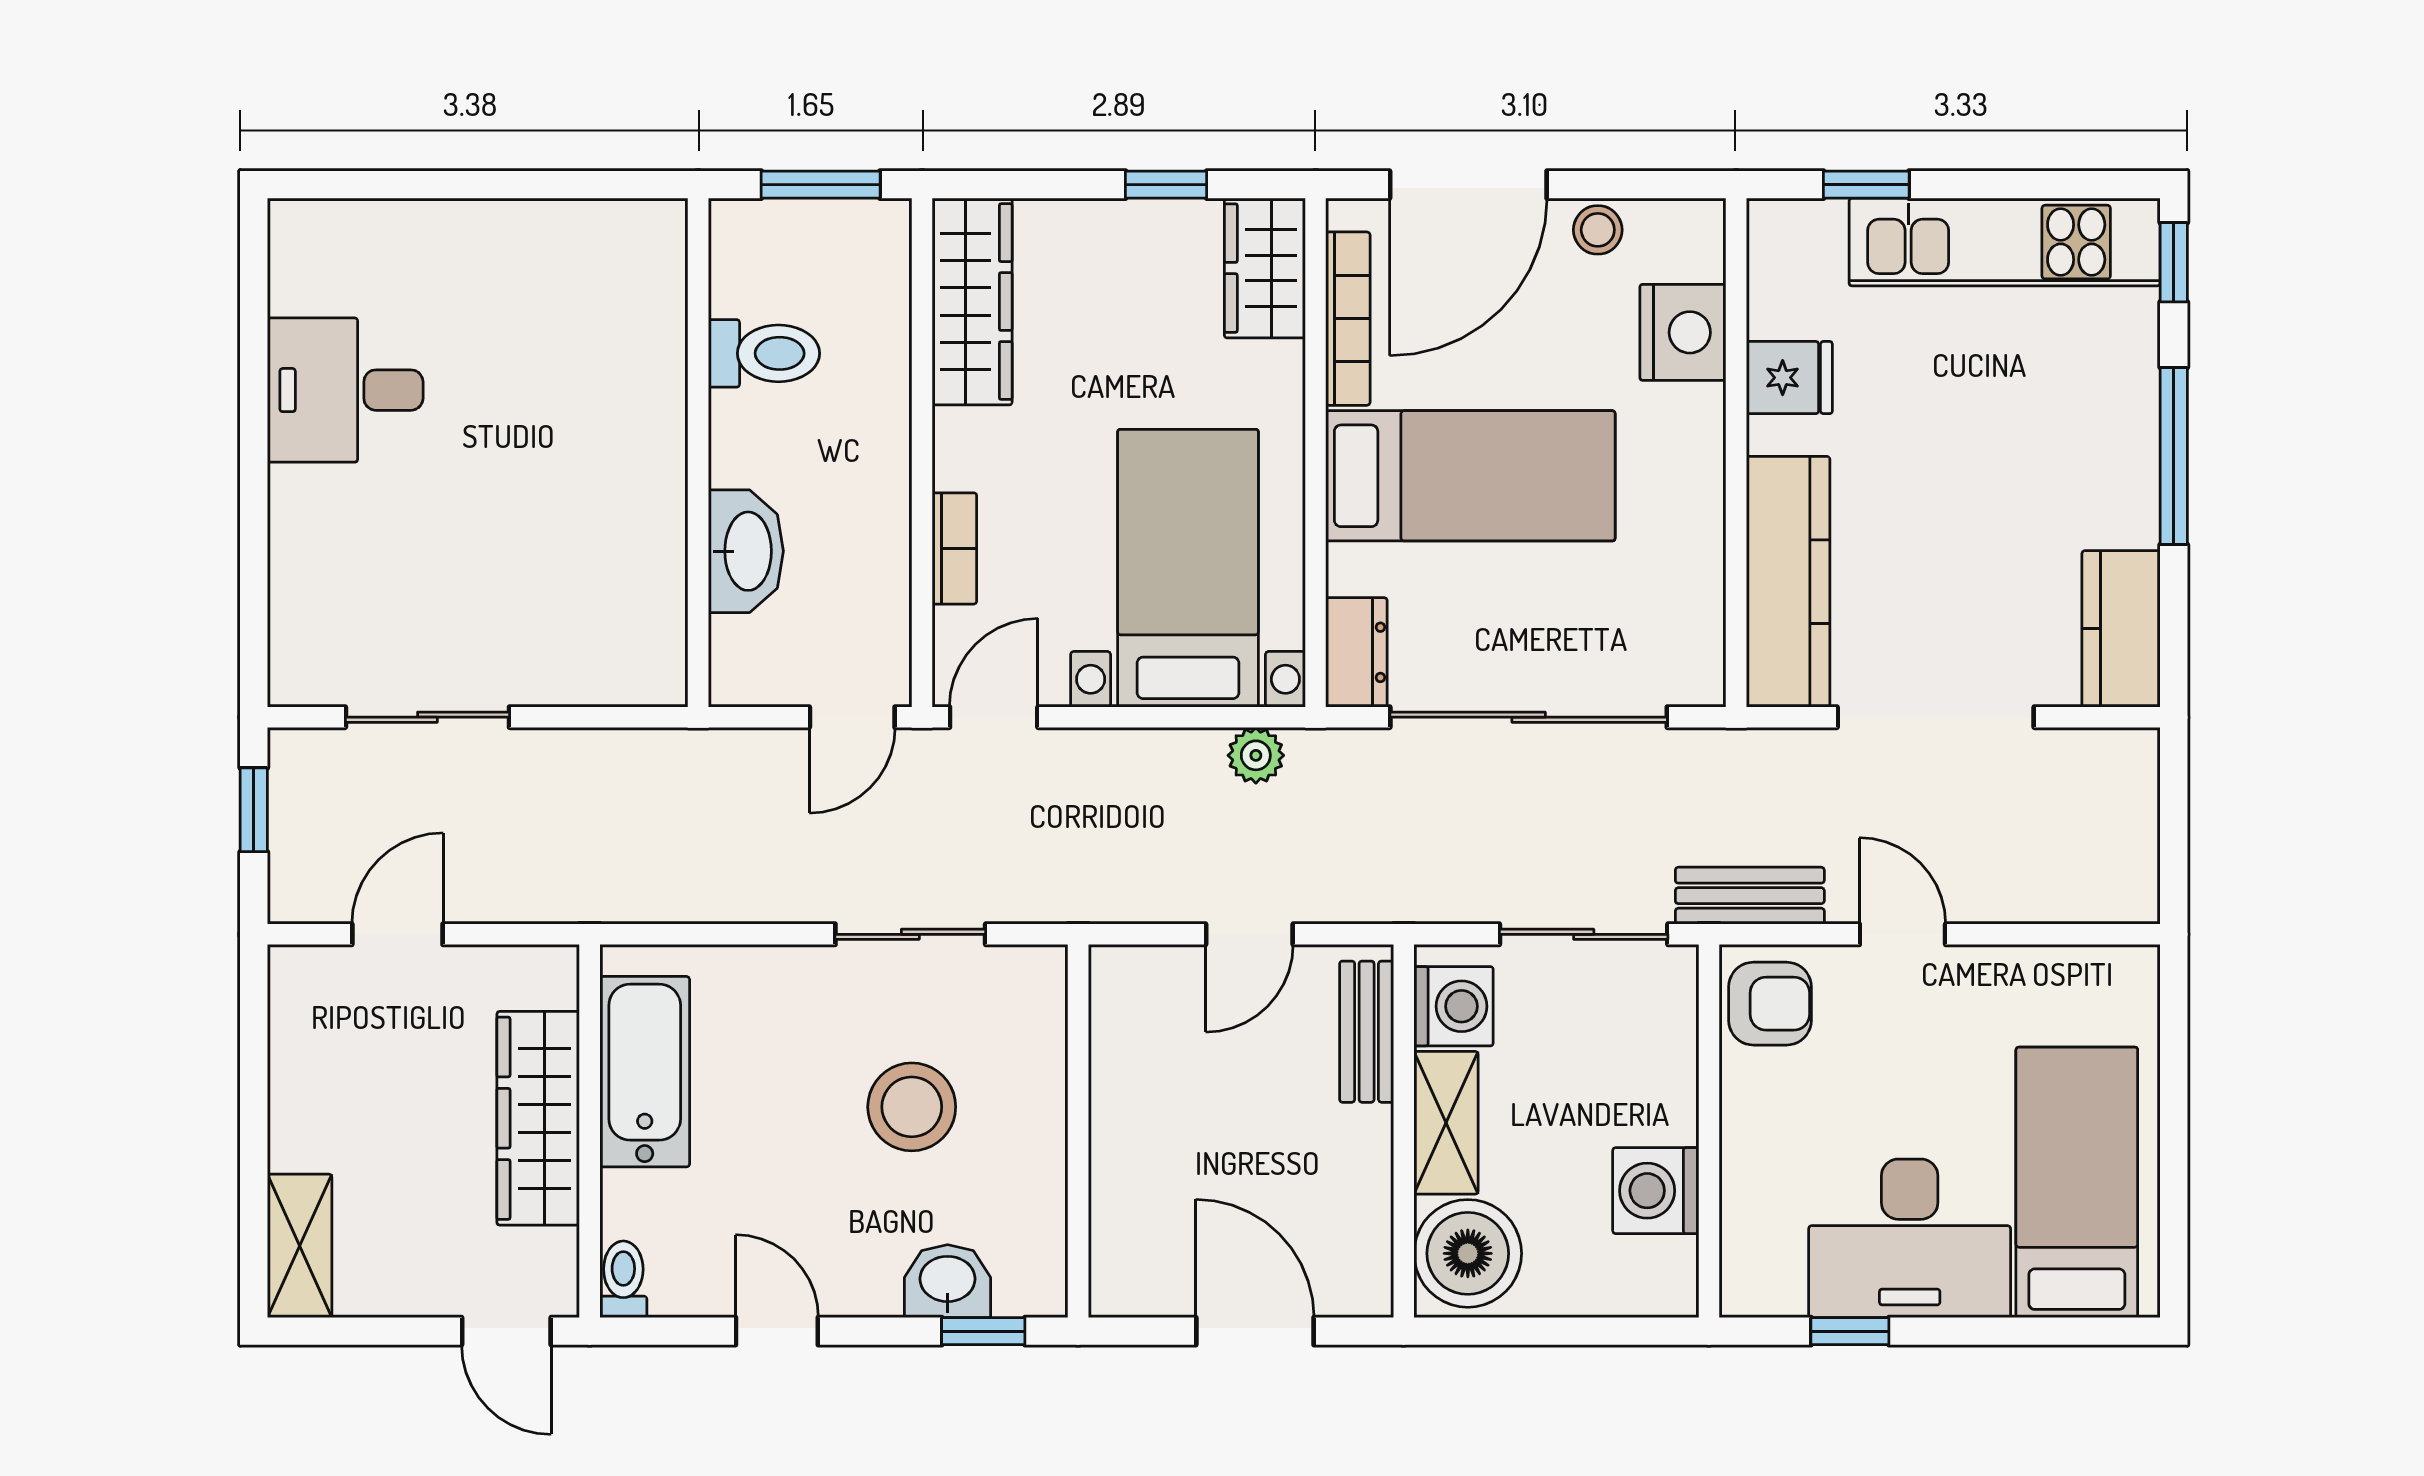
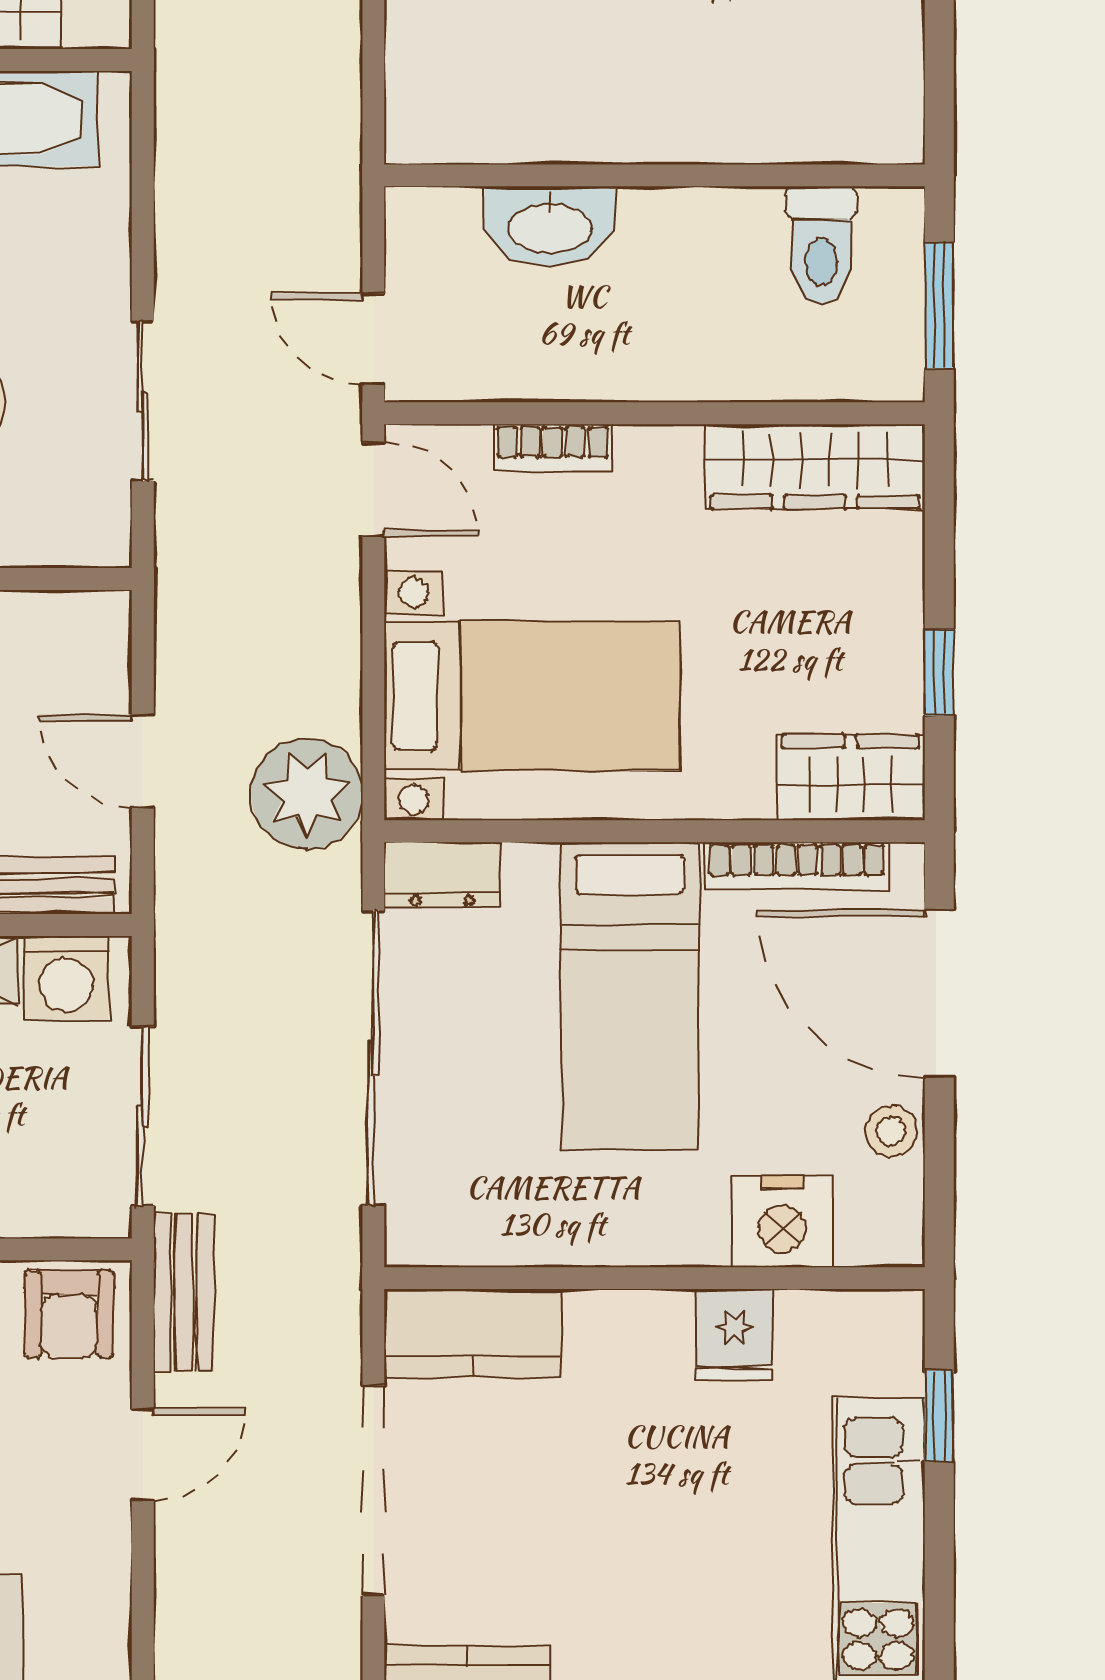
toilet: (764, 353) -> (821, 245), moved
kitchen counter: (1788, 582) -> (473, 1333), width x0.67
plant: (1256, 755) -> (307, 794), width x1.88, depth x1.88

